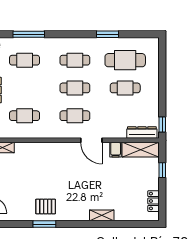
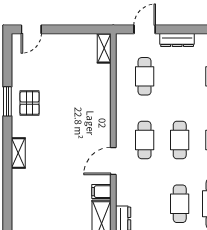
shelving: (102, 215) -> (18, 153), moved

